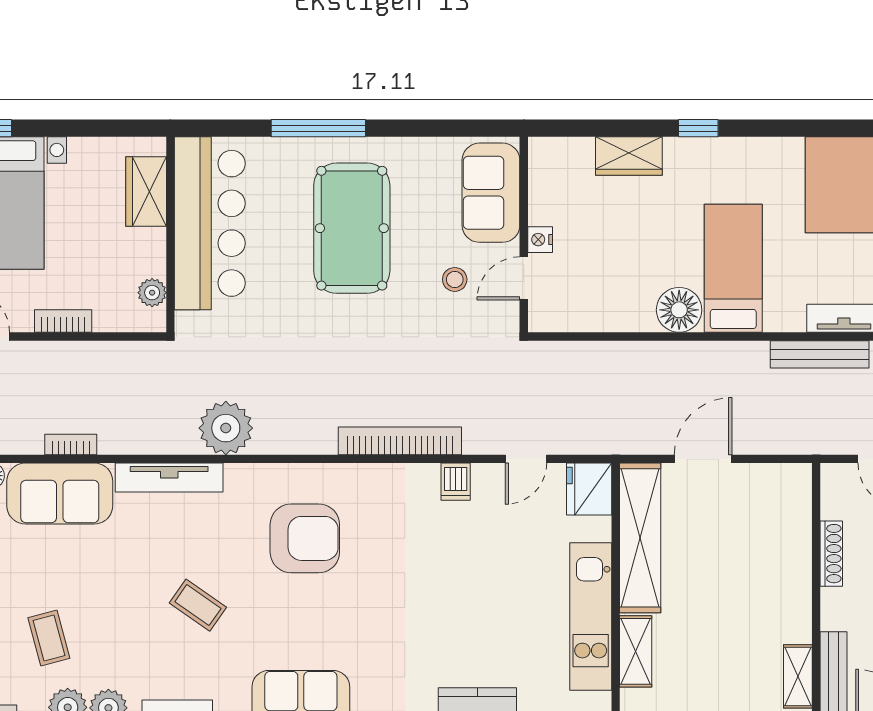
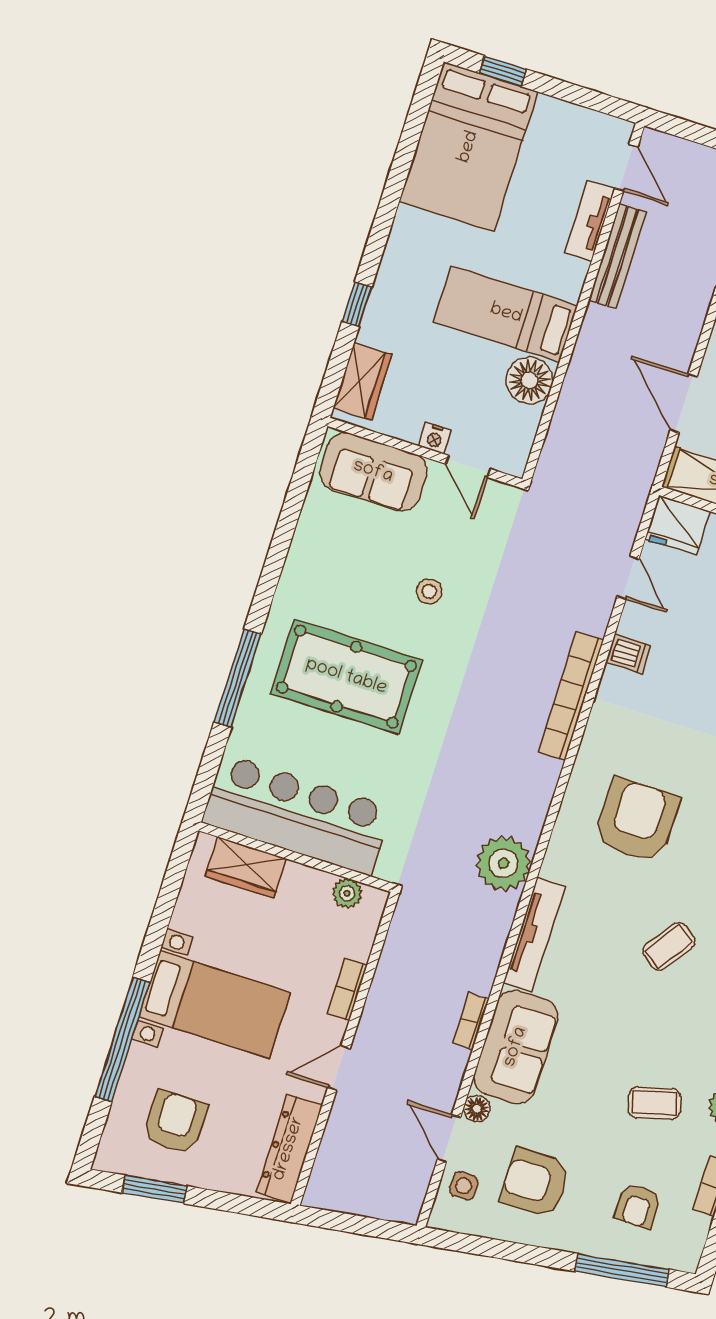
sofa: (491, 193) -> (373, 472), moved
wall: (524, 235) -> (425, 453), moved
nightstand: (540, 240) -> (435, 438), moved
door: (524, 278) -> (468, 466), moved

